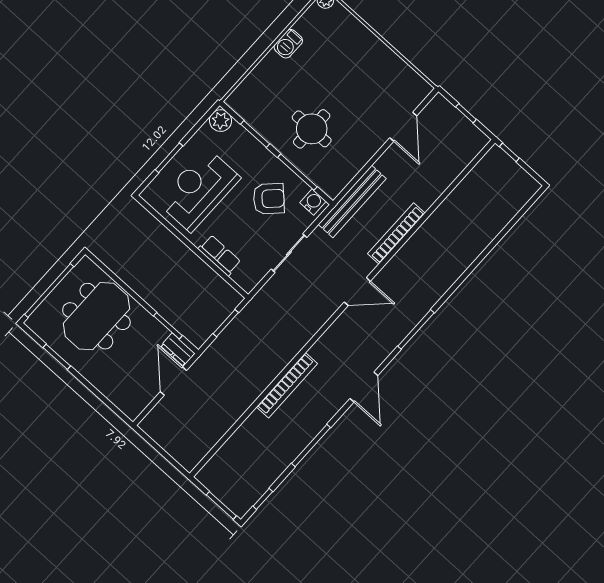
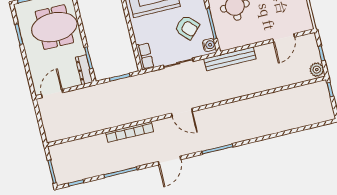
plant: (474, 138) -> (317, 70), added
bookcase: (396, 233) -> (242, 91), removed
row of seats: (219, 255) -> (145, 56), moved
door: (357, 292) -> (182, 112), moved
dresser: (178, 350) -> (84, 70), width x1.44
door: (173, 381) -> (52, 94), moved

